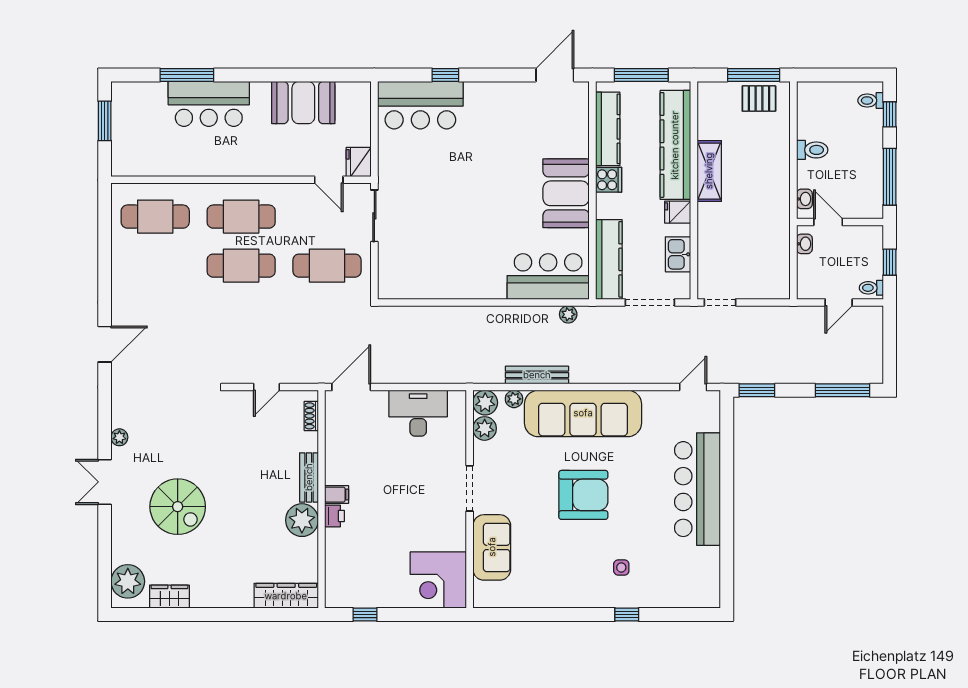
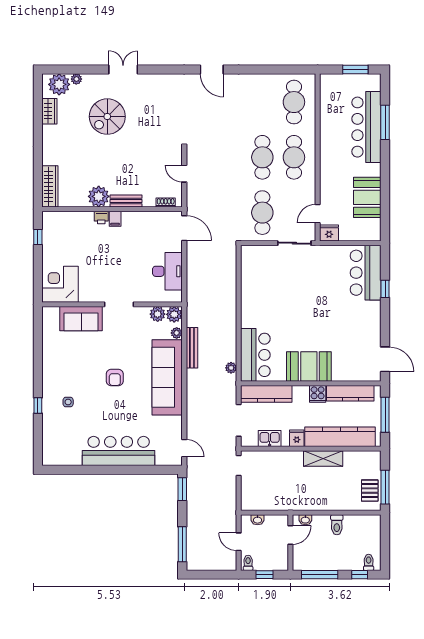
bar counter: (209, 104) -> (366, 127), width x1.36
washbasin: (804, 244) -> (258, 520), moved
plant: (119, 437) -> (76, 79), moved
armchair: (583, 495) -> (115, 378), width x0.53, depth x0.53

